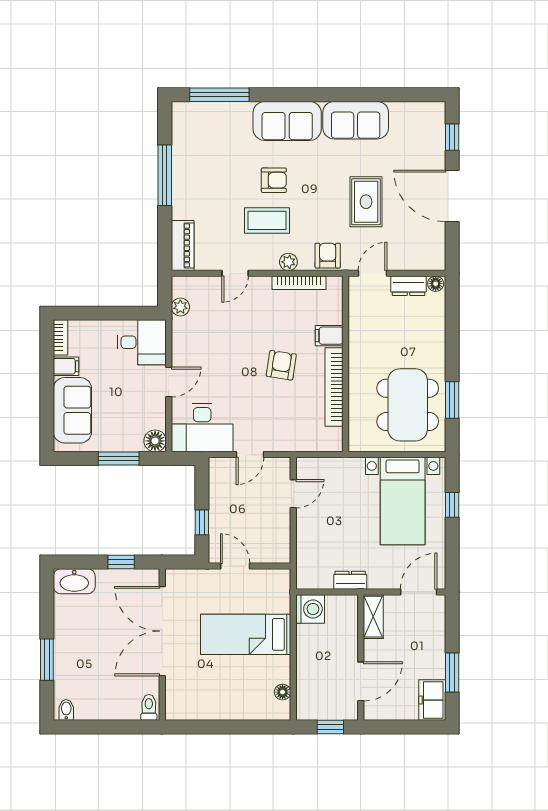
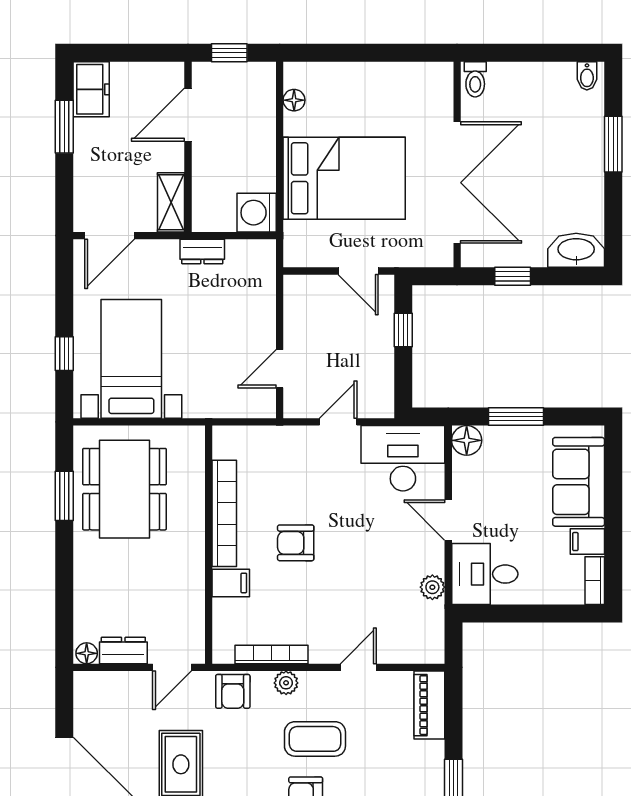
plant: (180, 307) -> (432, 587), moved
armchair: (281, 365) -> (296, 543), turned 81
door: (169, 382) -> (448, 520), hinge flipped
bed: (246, 634) -> (344, 178), width x1.50

